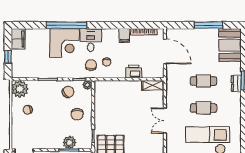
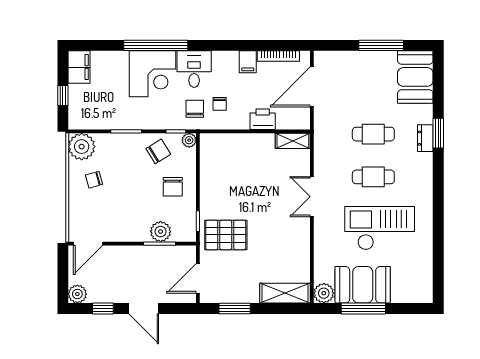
door: (165, 51) -> (312, 87), swing flipped

